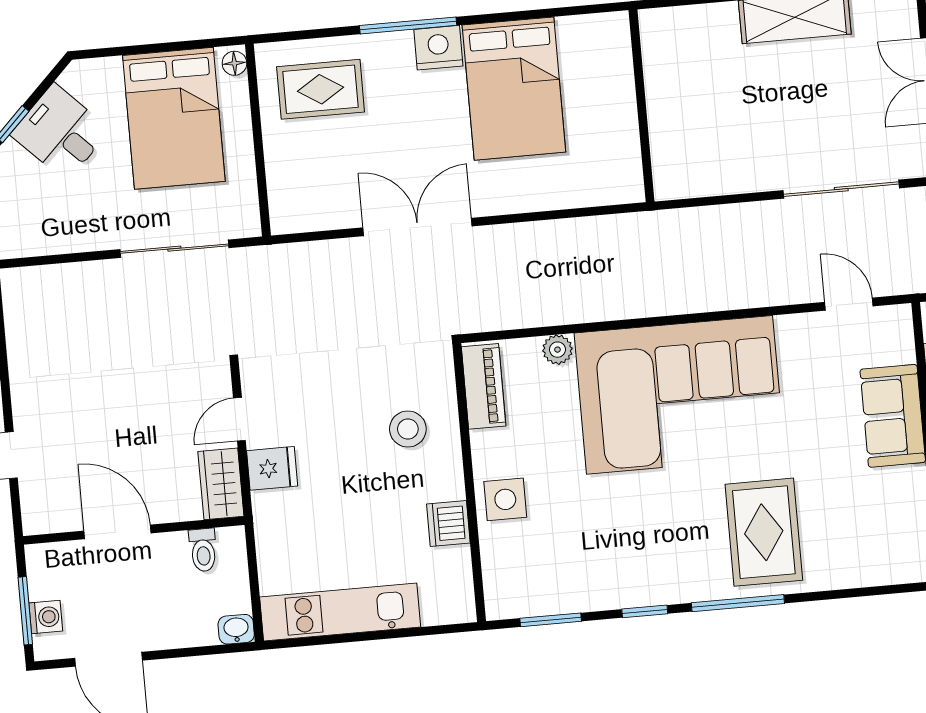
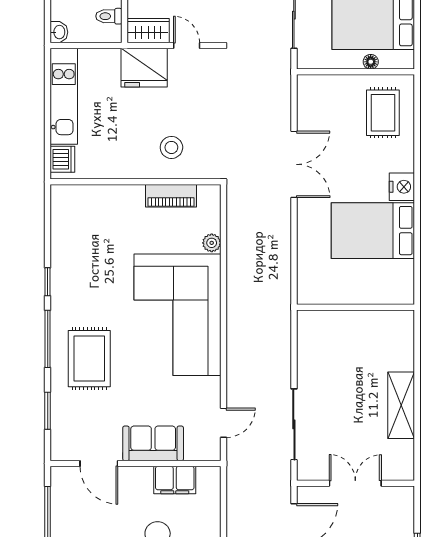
window: (408, 25) -> (417, 169), removed
floor lamp: (234, 63) -> (371, 62), moved
piano: (484, 386) -> (171, 196), moved
fridge: (272, 468) -> (144, 68), width x1.88, depth x1.34
side table: (505, 499) -> (123, 203), removed
dishwasher: (448, 524) -> (62, 159), moved, turned 90
rug: (764, 532) -> (89, 359), turned 90
window: (551, 620) -> (48, 411), moved

